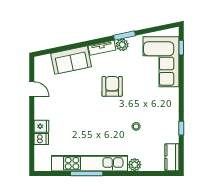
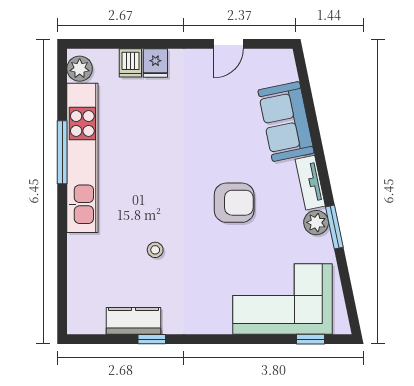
kitchen counter: (172, 157) -> (134, 321), moved
plant: (135, 165) -> (80, 69), moved

